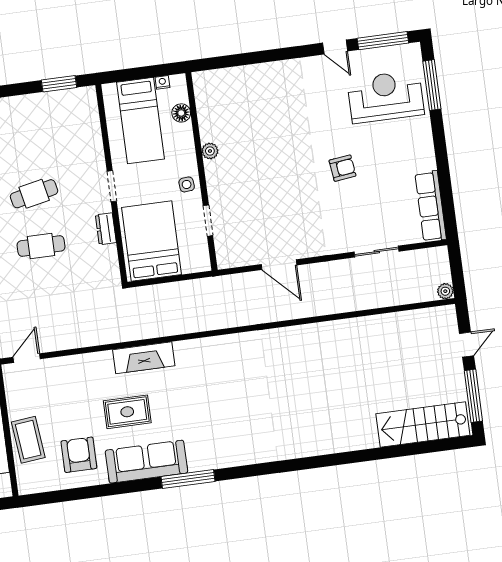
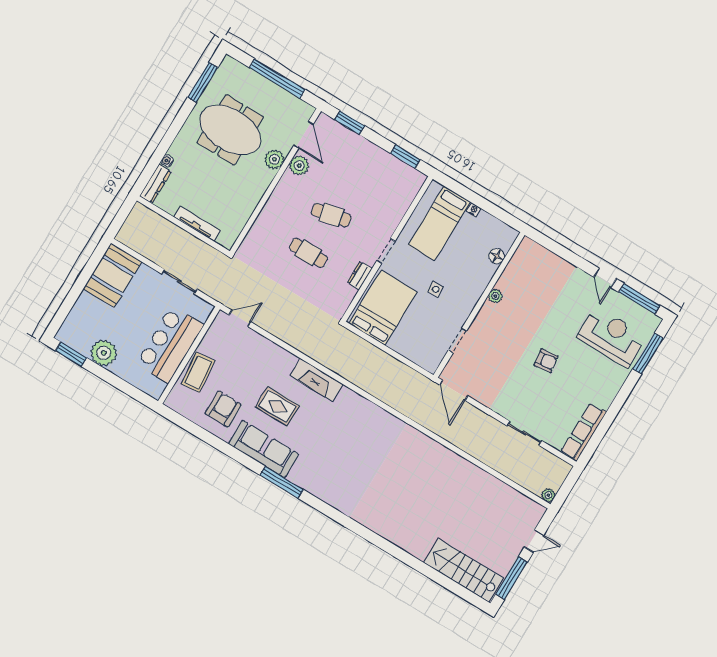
floor lamp: (181, 113) -> (497, 256), moved
plant: (210, 151) -> (495, 296), moved
wall: (201, 171) -> (479, 305), moved
doorway: (208, 221) -> (457, 340), moved

